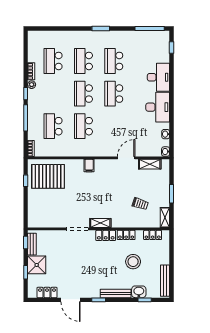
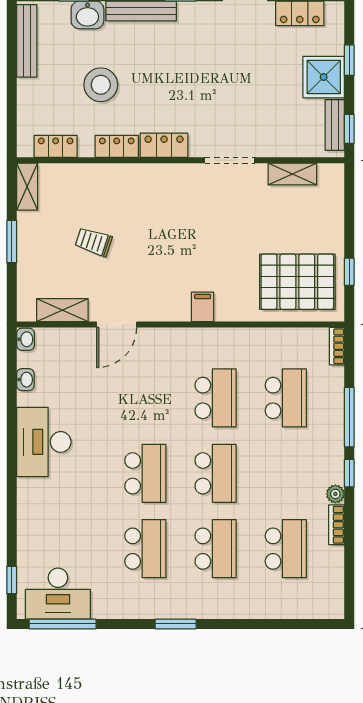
desk: (158, 77) -> (58, 594), moved, turned -90
trolley: (140, 204) -> (94, 242), moved
shelving: (100, 223) -> (292, 174), moved

